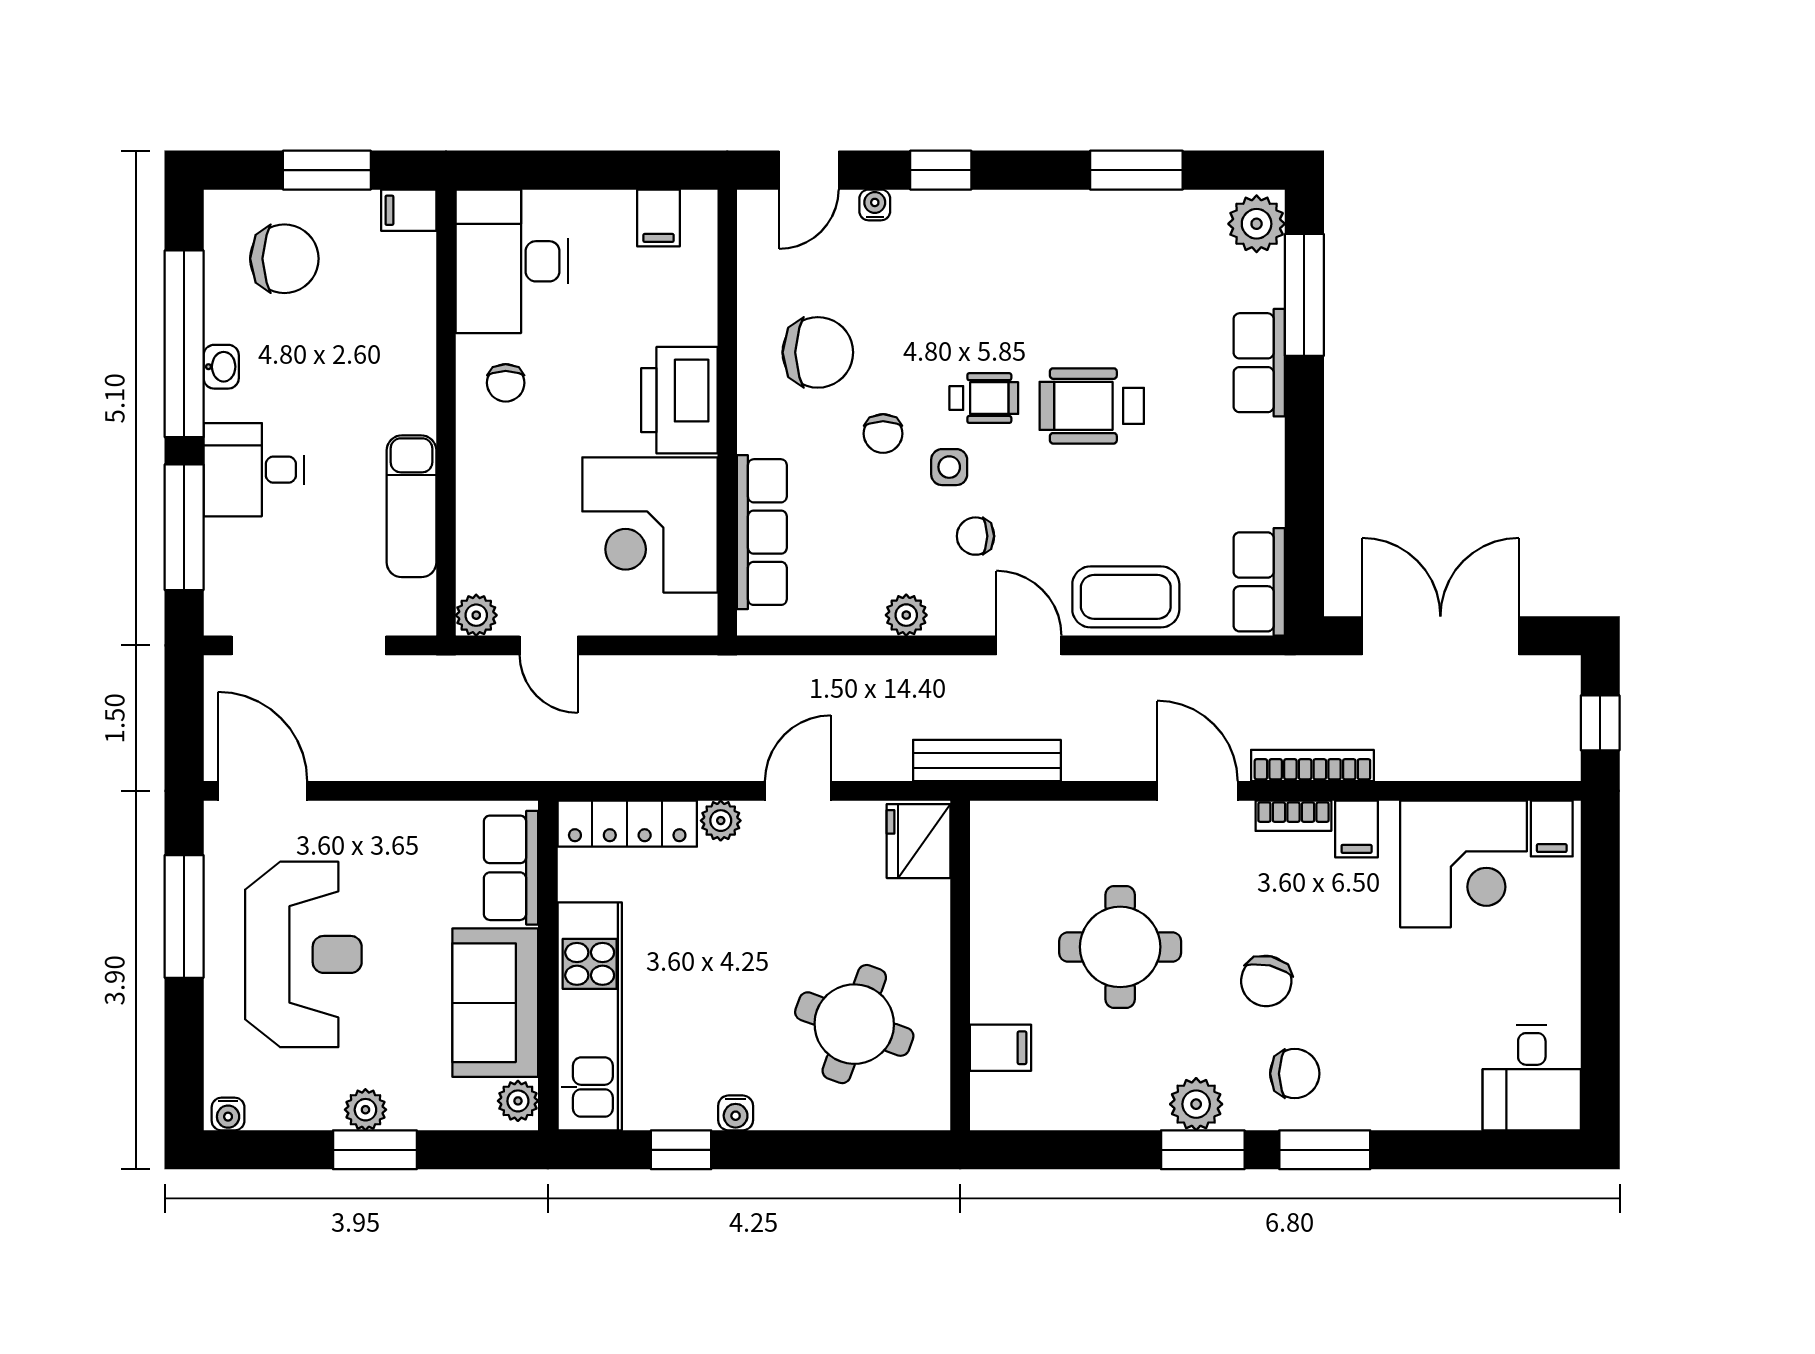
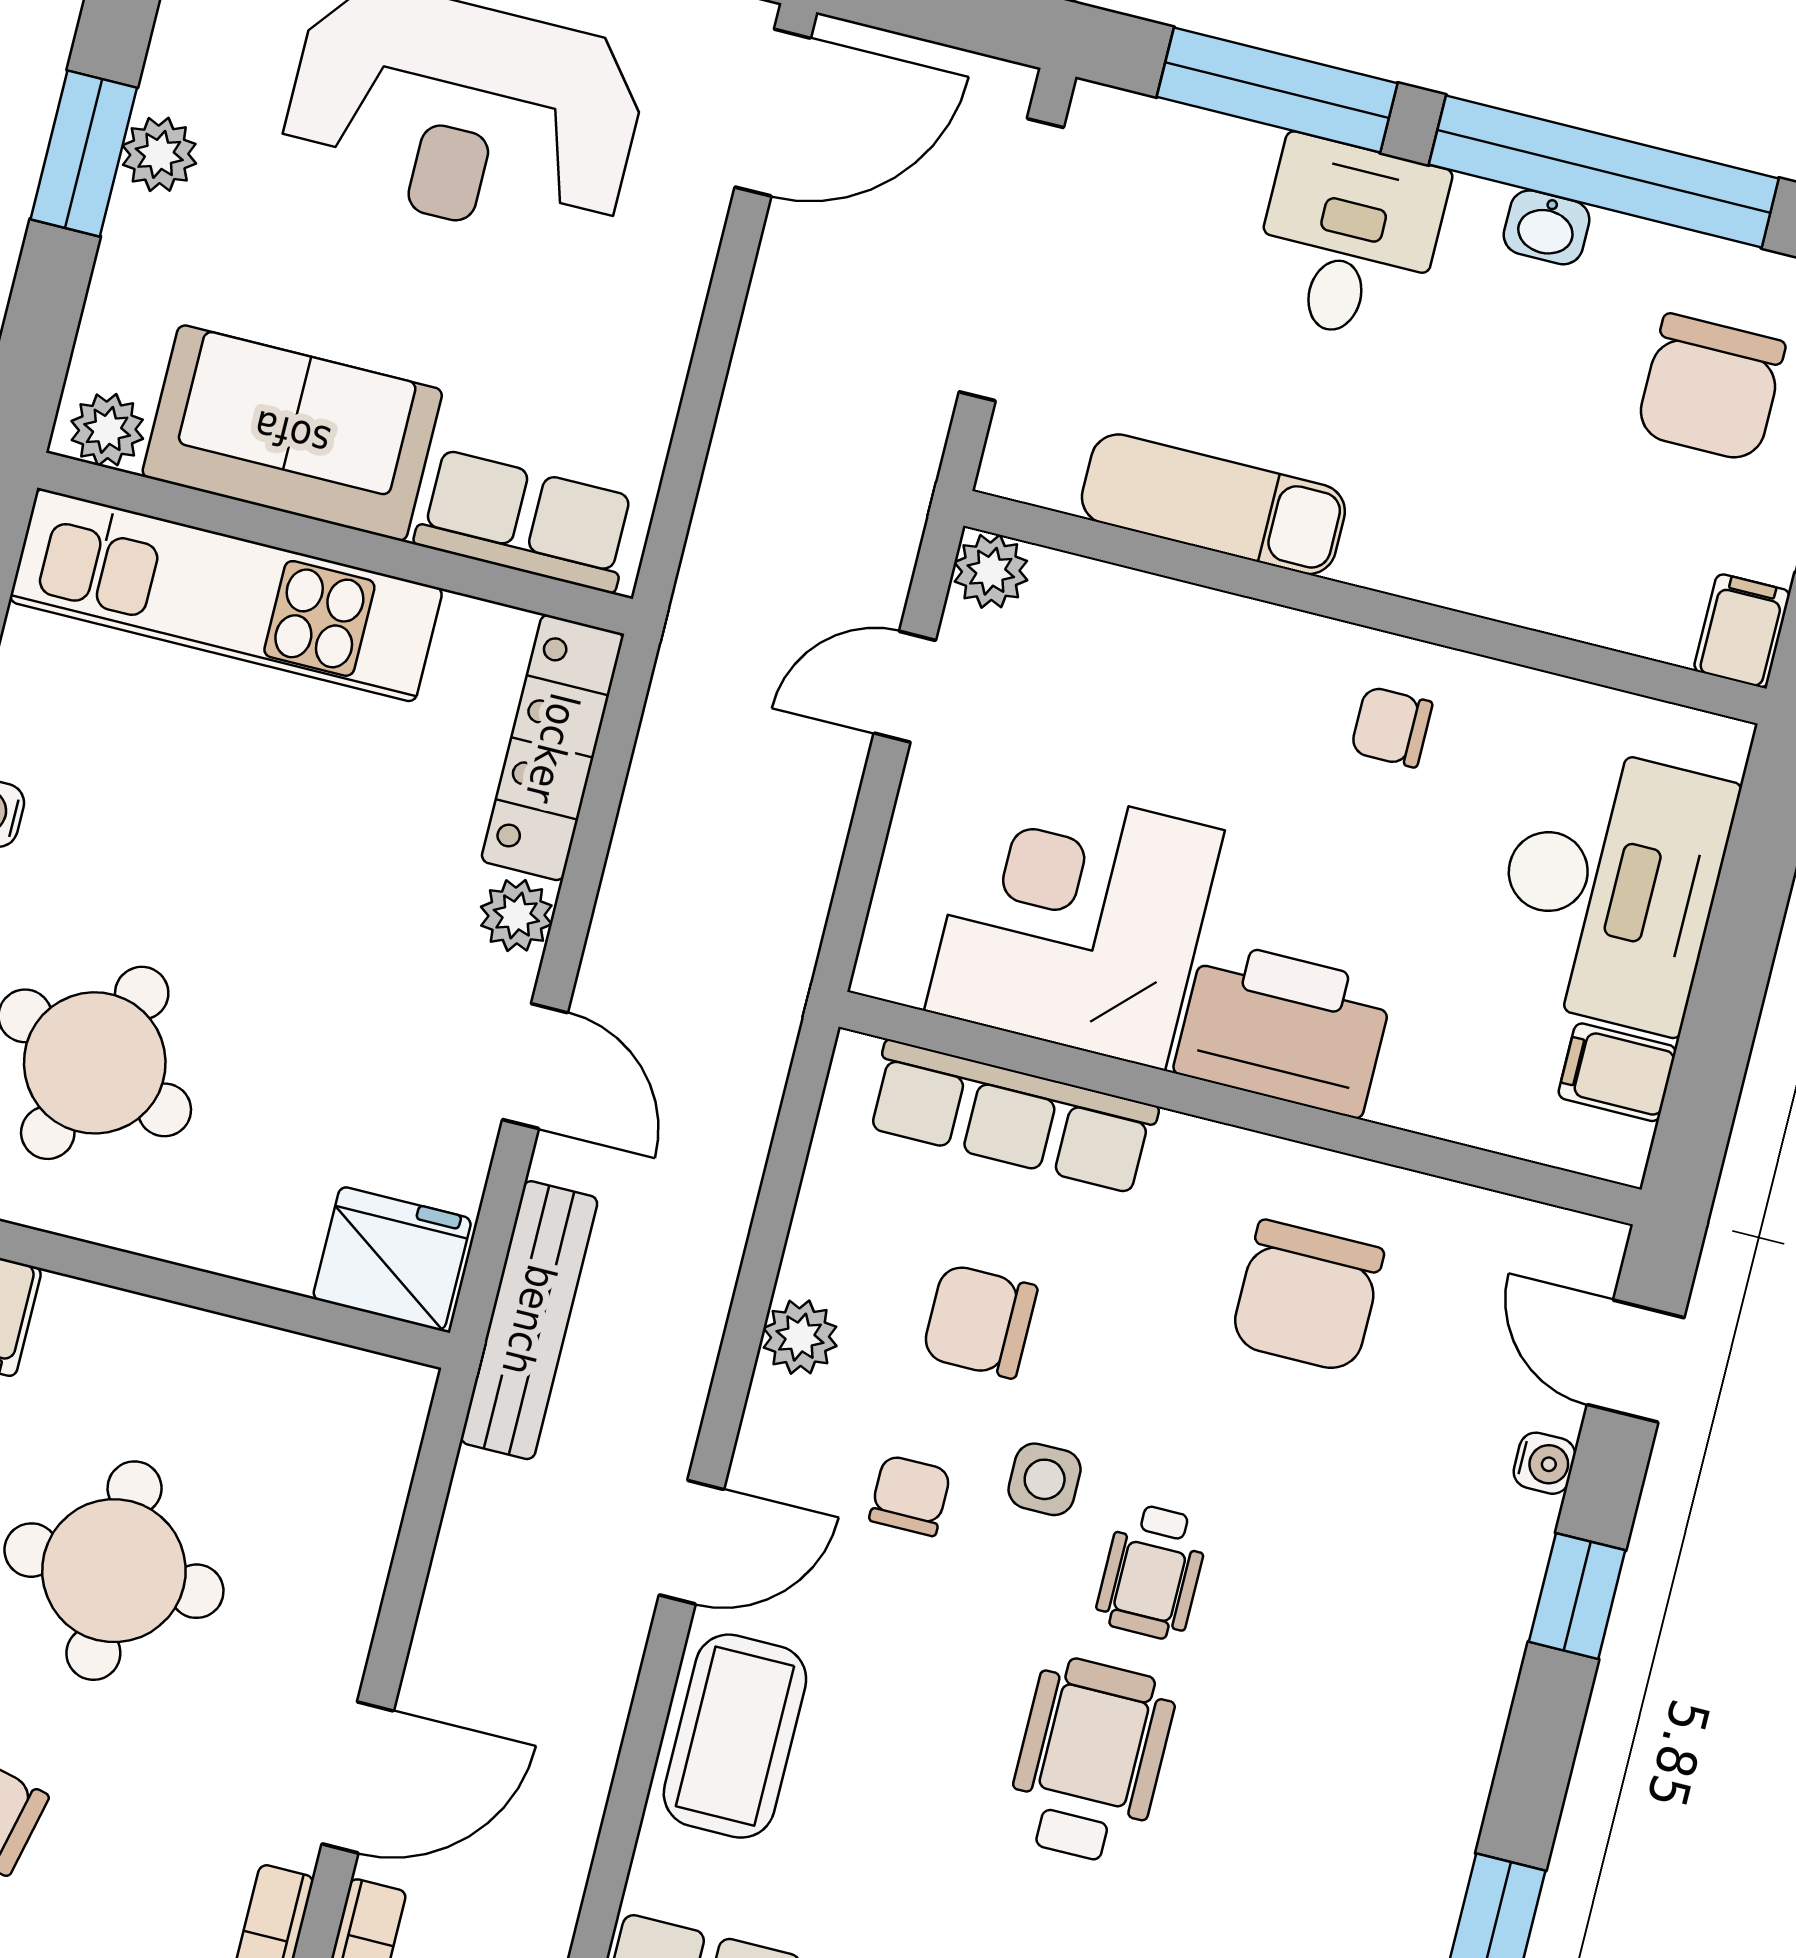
desk: (512, 261) -> (1611, 887), moved, turned 90
chair: (883, 434) -> (980, 1321), moved, width x1.37, depth x1.37
bench: (987, 761) -> (529, 1320), moved

